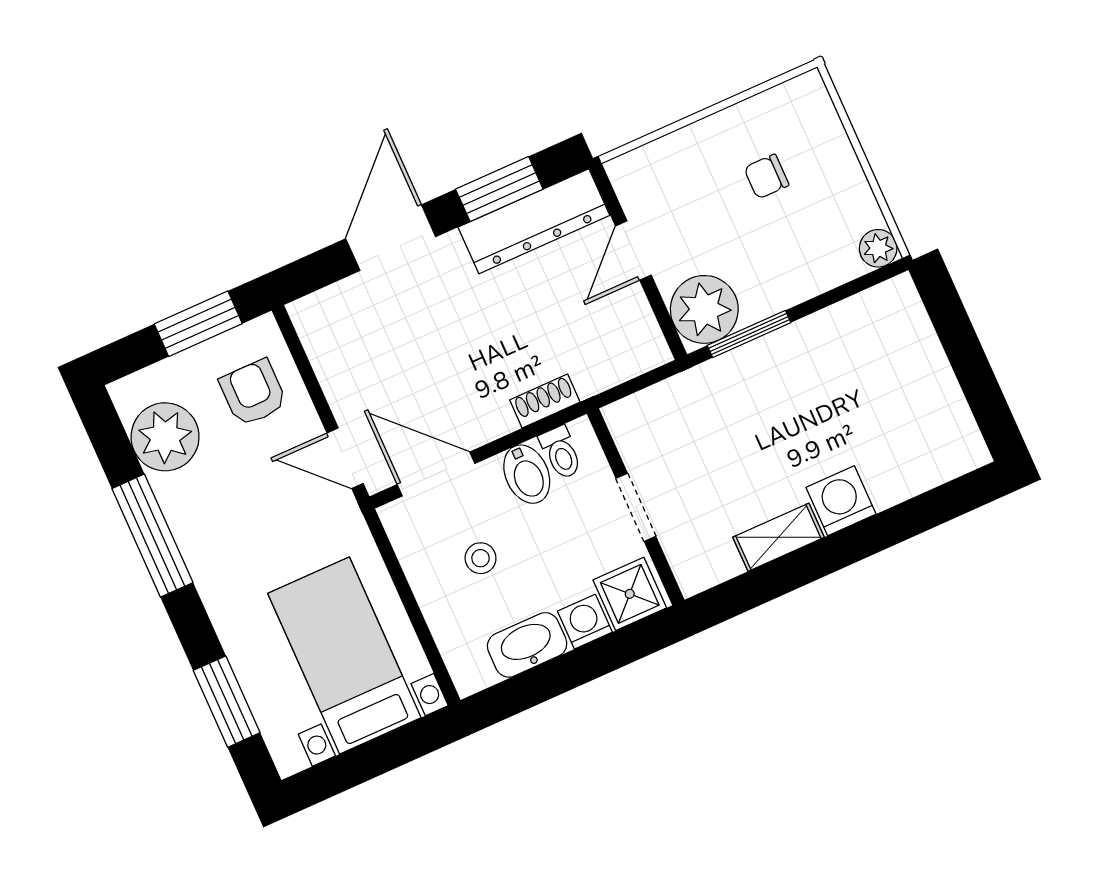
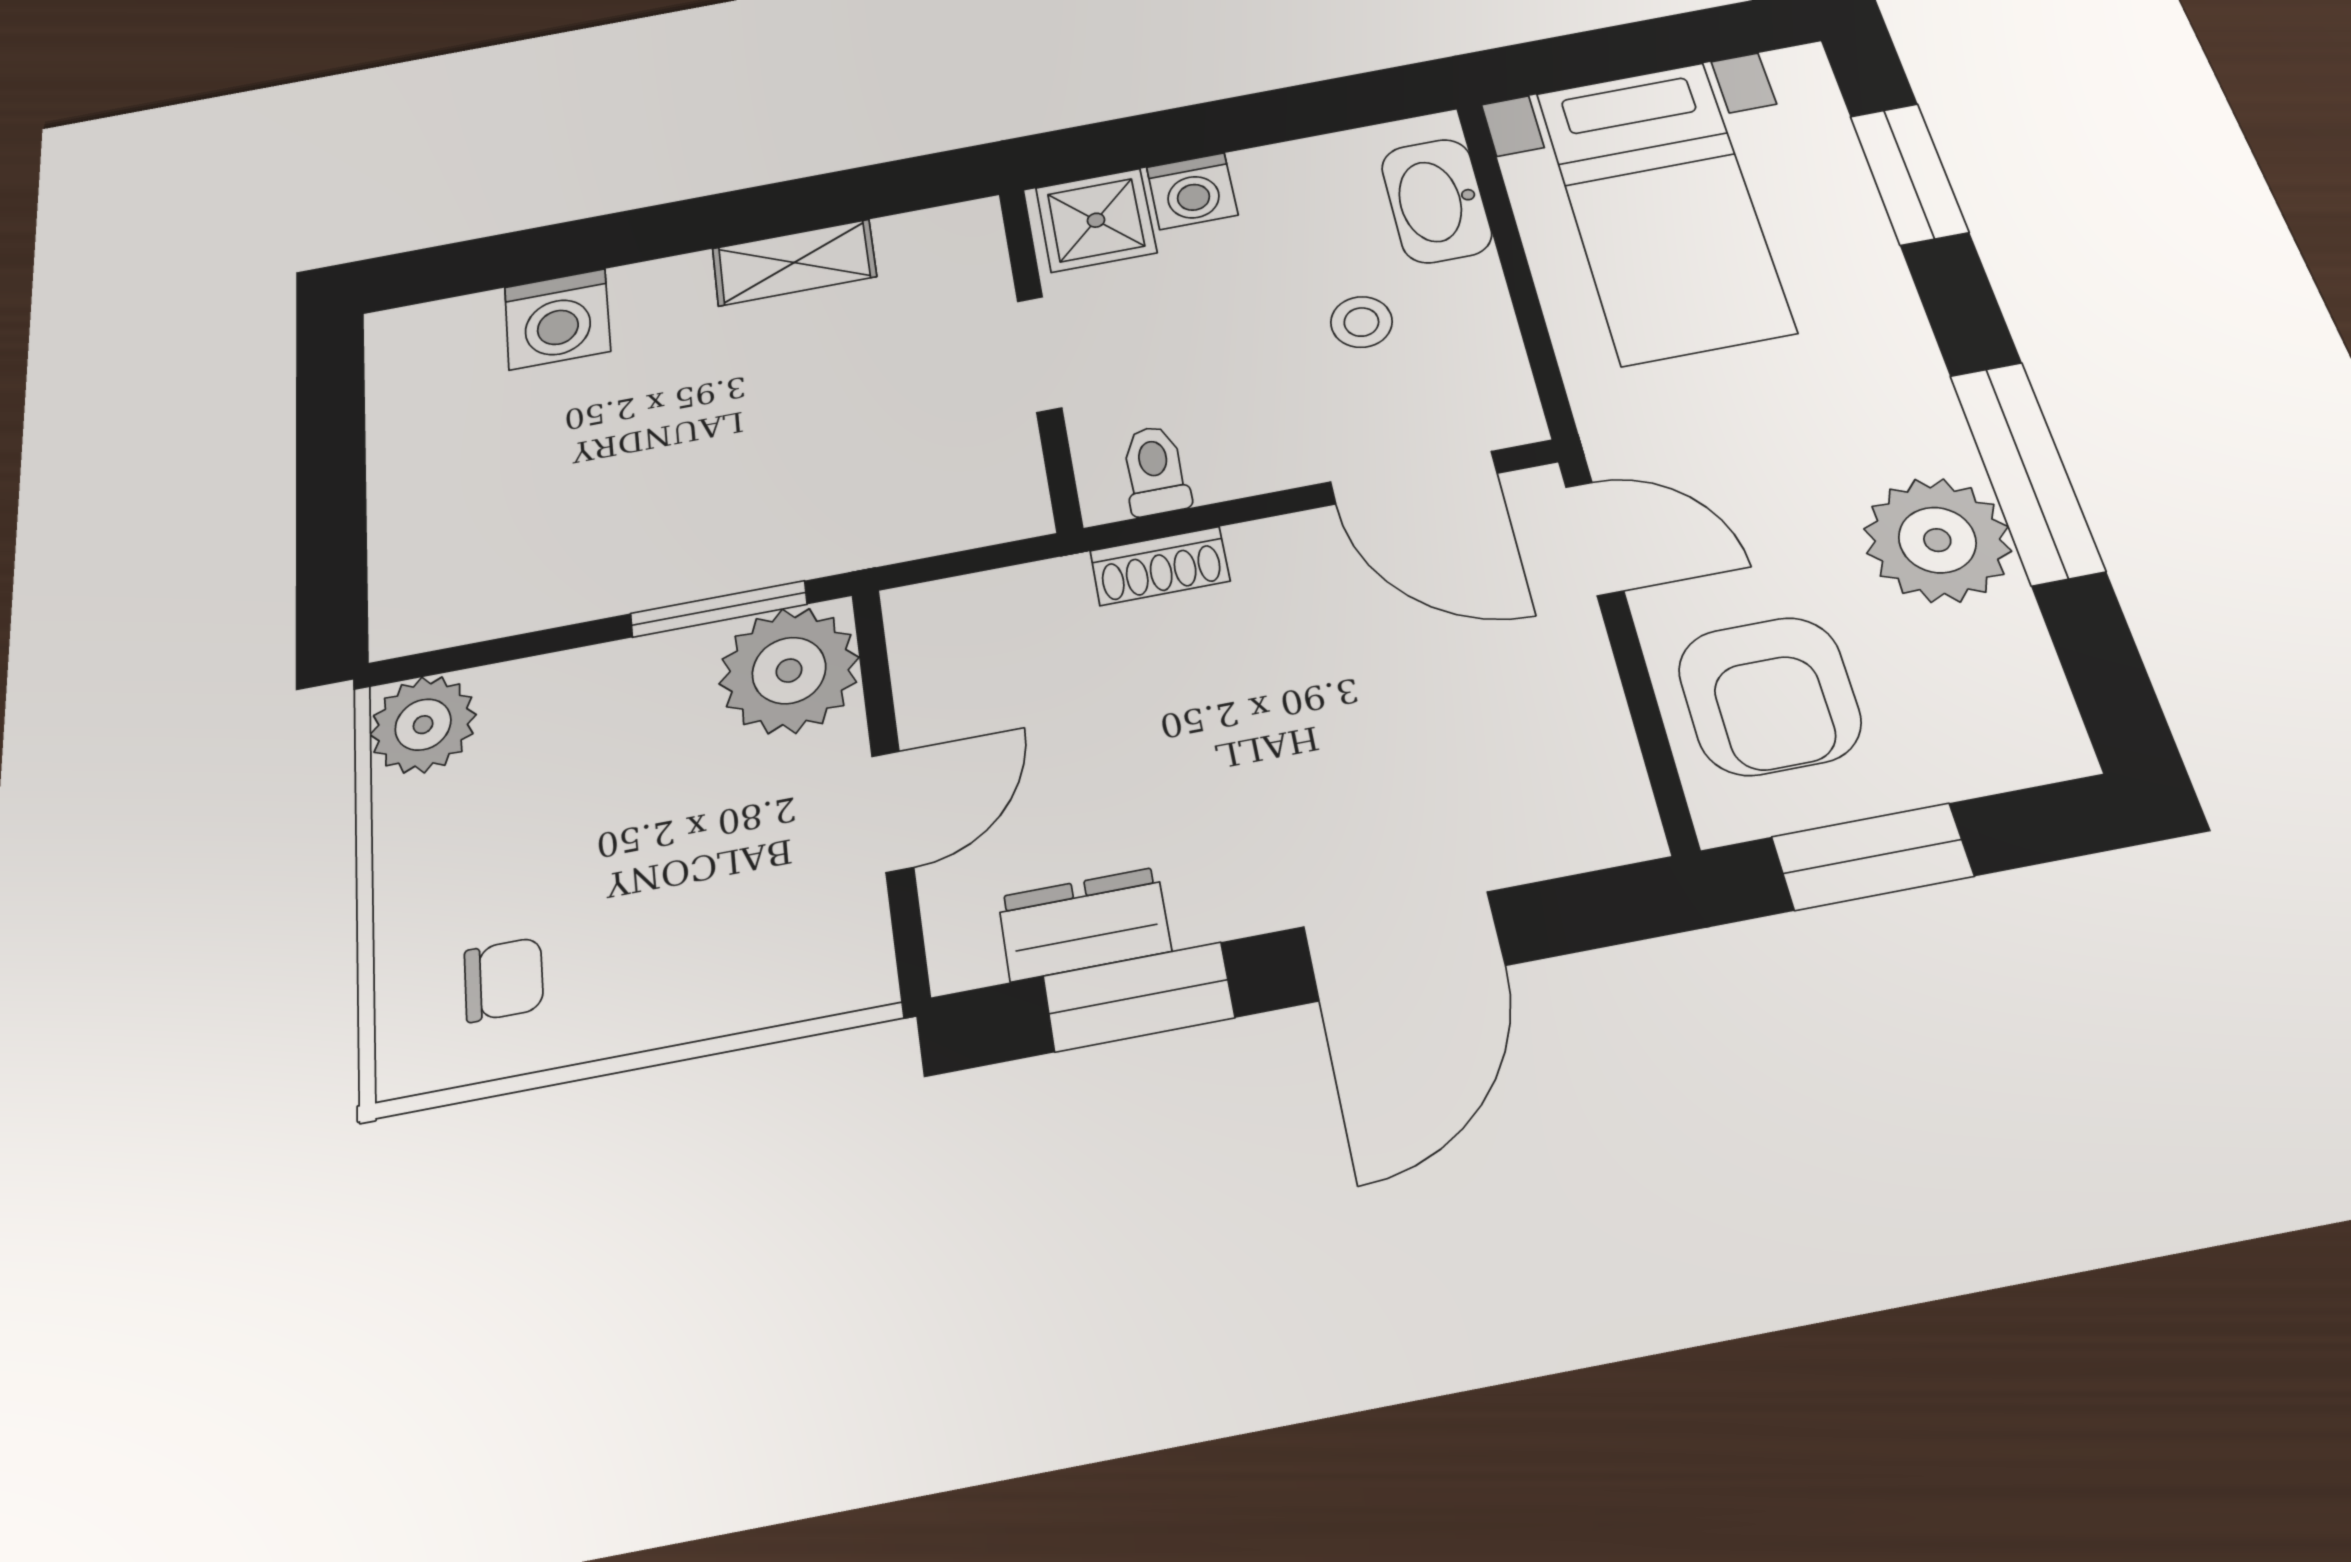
chair: (766, 176) -> (504, 980), moved
dresser: (534, 221) -> (1084, 924), width x0.51, depth x0.80
plant: (878, 248) -> (423, 725), width x1.38, depth x1.38
armchair: (253, 393) -> (1769, 696), width x1.38, depth x1.38
plant: (165, 437) -> (1937, 540), moved
bidet: (527, 474) -> (1233, 446), removed
washing machine: (841, 501) -> (557, 319), moved
washbasin: (527, 645) -> (1436, 201), moved, turned 90

